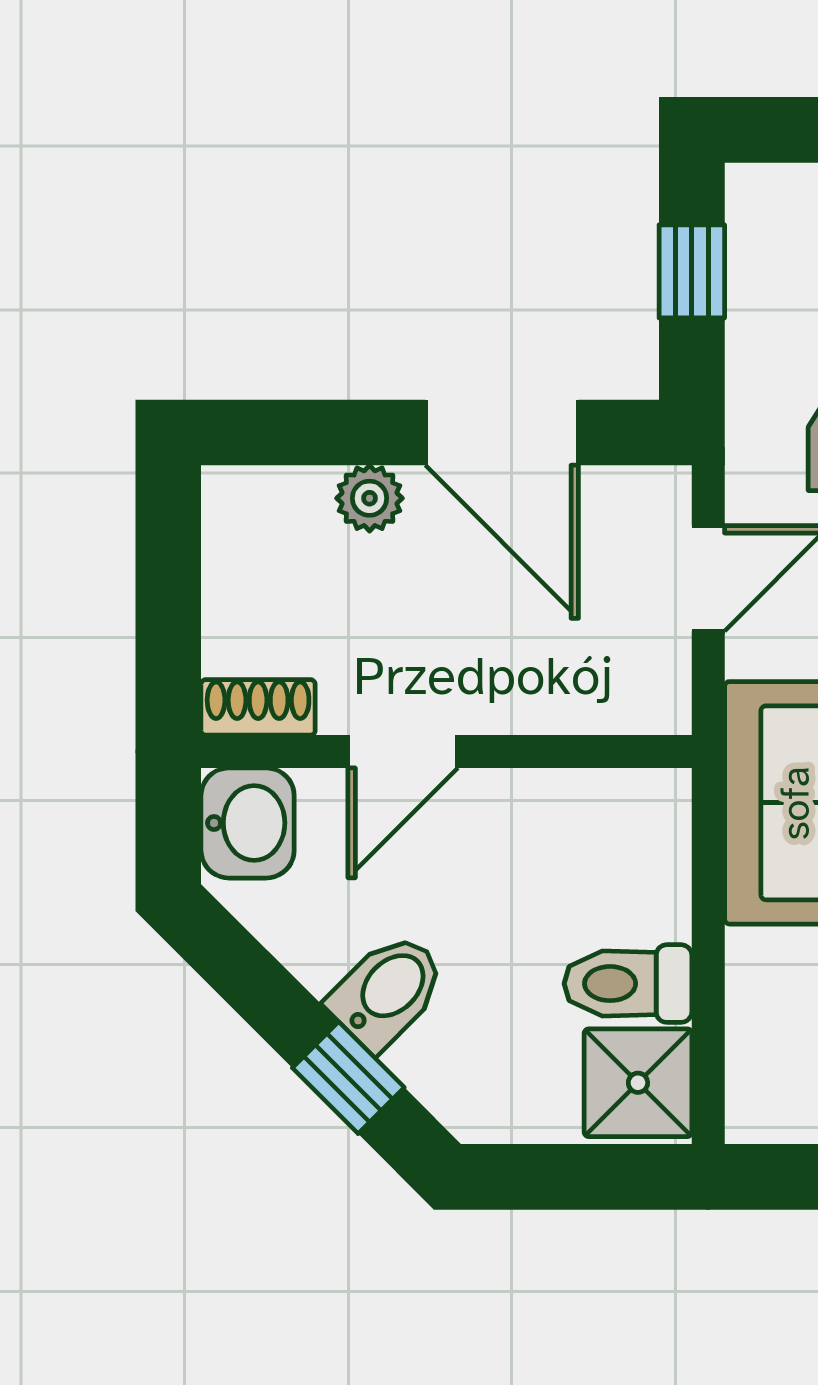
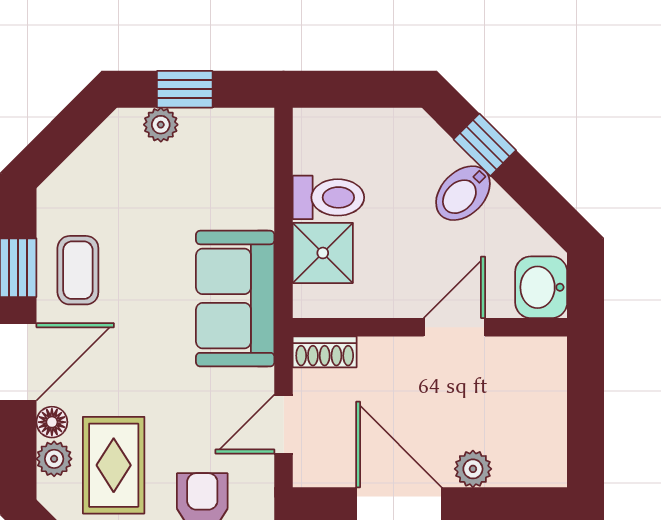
shoe rack: (258, 707) -> (325, 352), moved
shower: (638, 1083) -> (323, 253), moved

